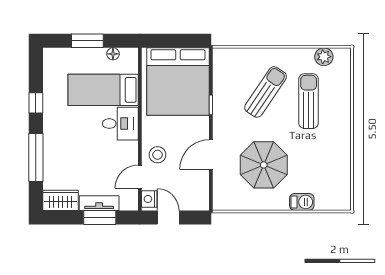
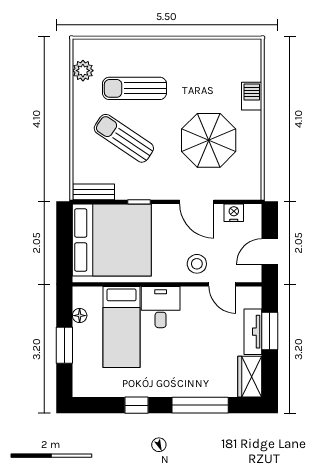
bench: (219, 66) -> (94, 192), added
nightstand: (149, 199) -> (234, 213), moved, turned 180

